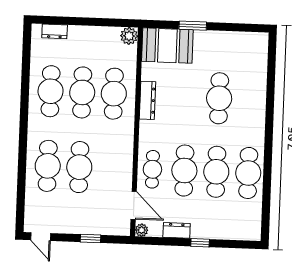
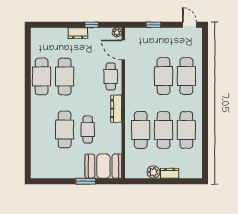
dresser: (55, 31) -> (170, 173), moved
plant: (129, 36) -> (153, 172), moved
dresser: (148, 100) -> (116, 109), moved
cafe table: (184, 171) -> (88, 130), moved, width x0.73, depth x0.74
dresser: (177, 230) -> (78, 33), moved
window: (200, 243) -> (92, 25), moved

